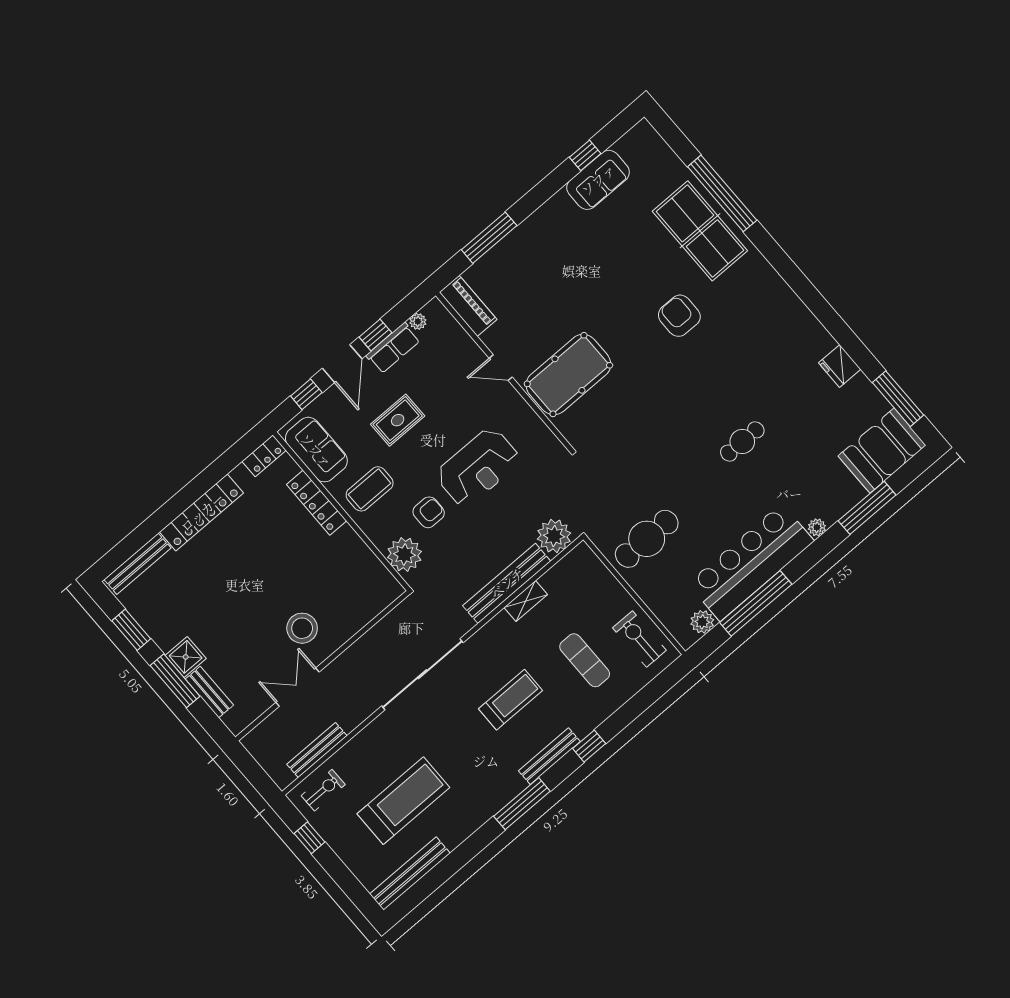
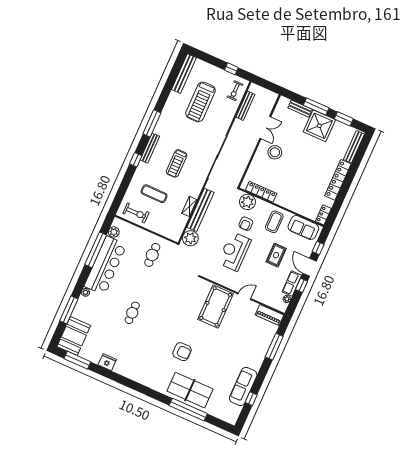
sofa: (598, 180) -> (243, 386), width x1.36
locker: (317, 503) -> (261, 192), moved
cafe table: (647, 539) -> (152, 255), width x0.73, depth x0.74
shower: (186, 657) -> (319, 126), width x1.86, depth x1.86

